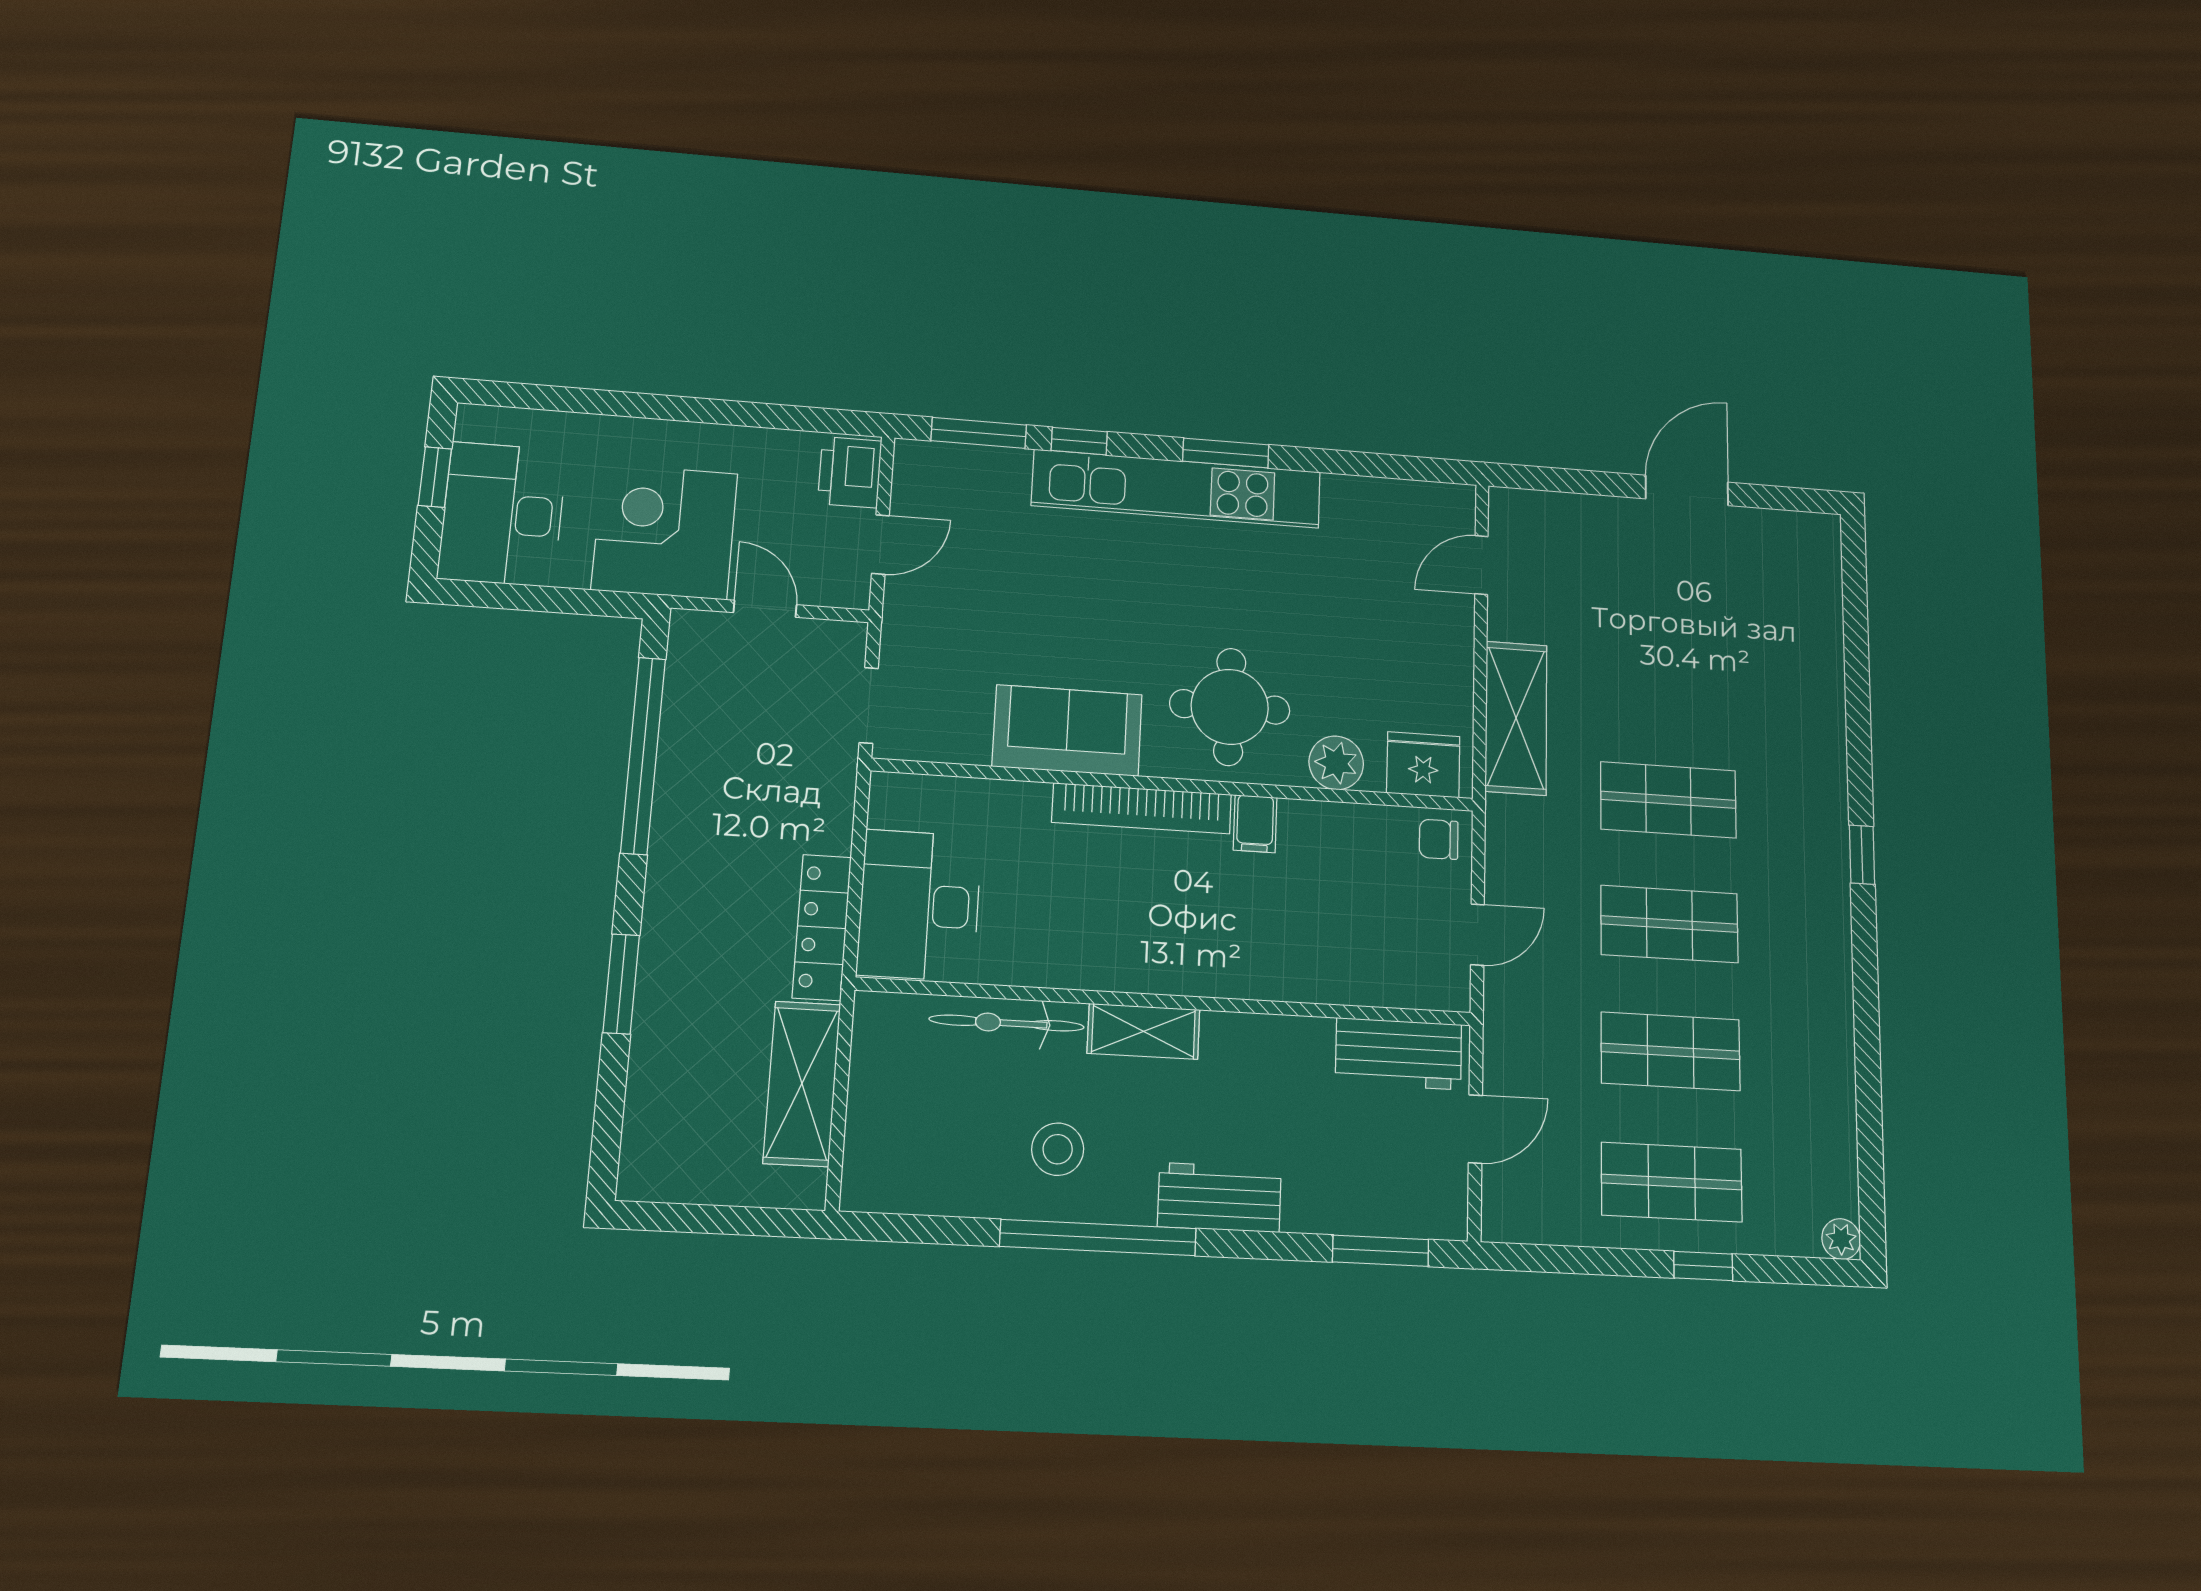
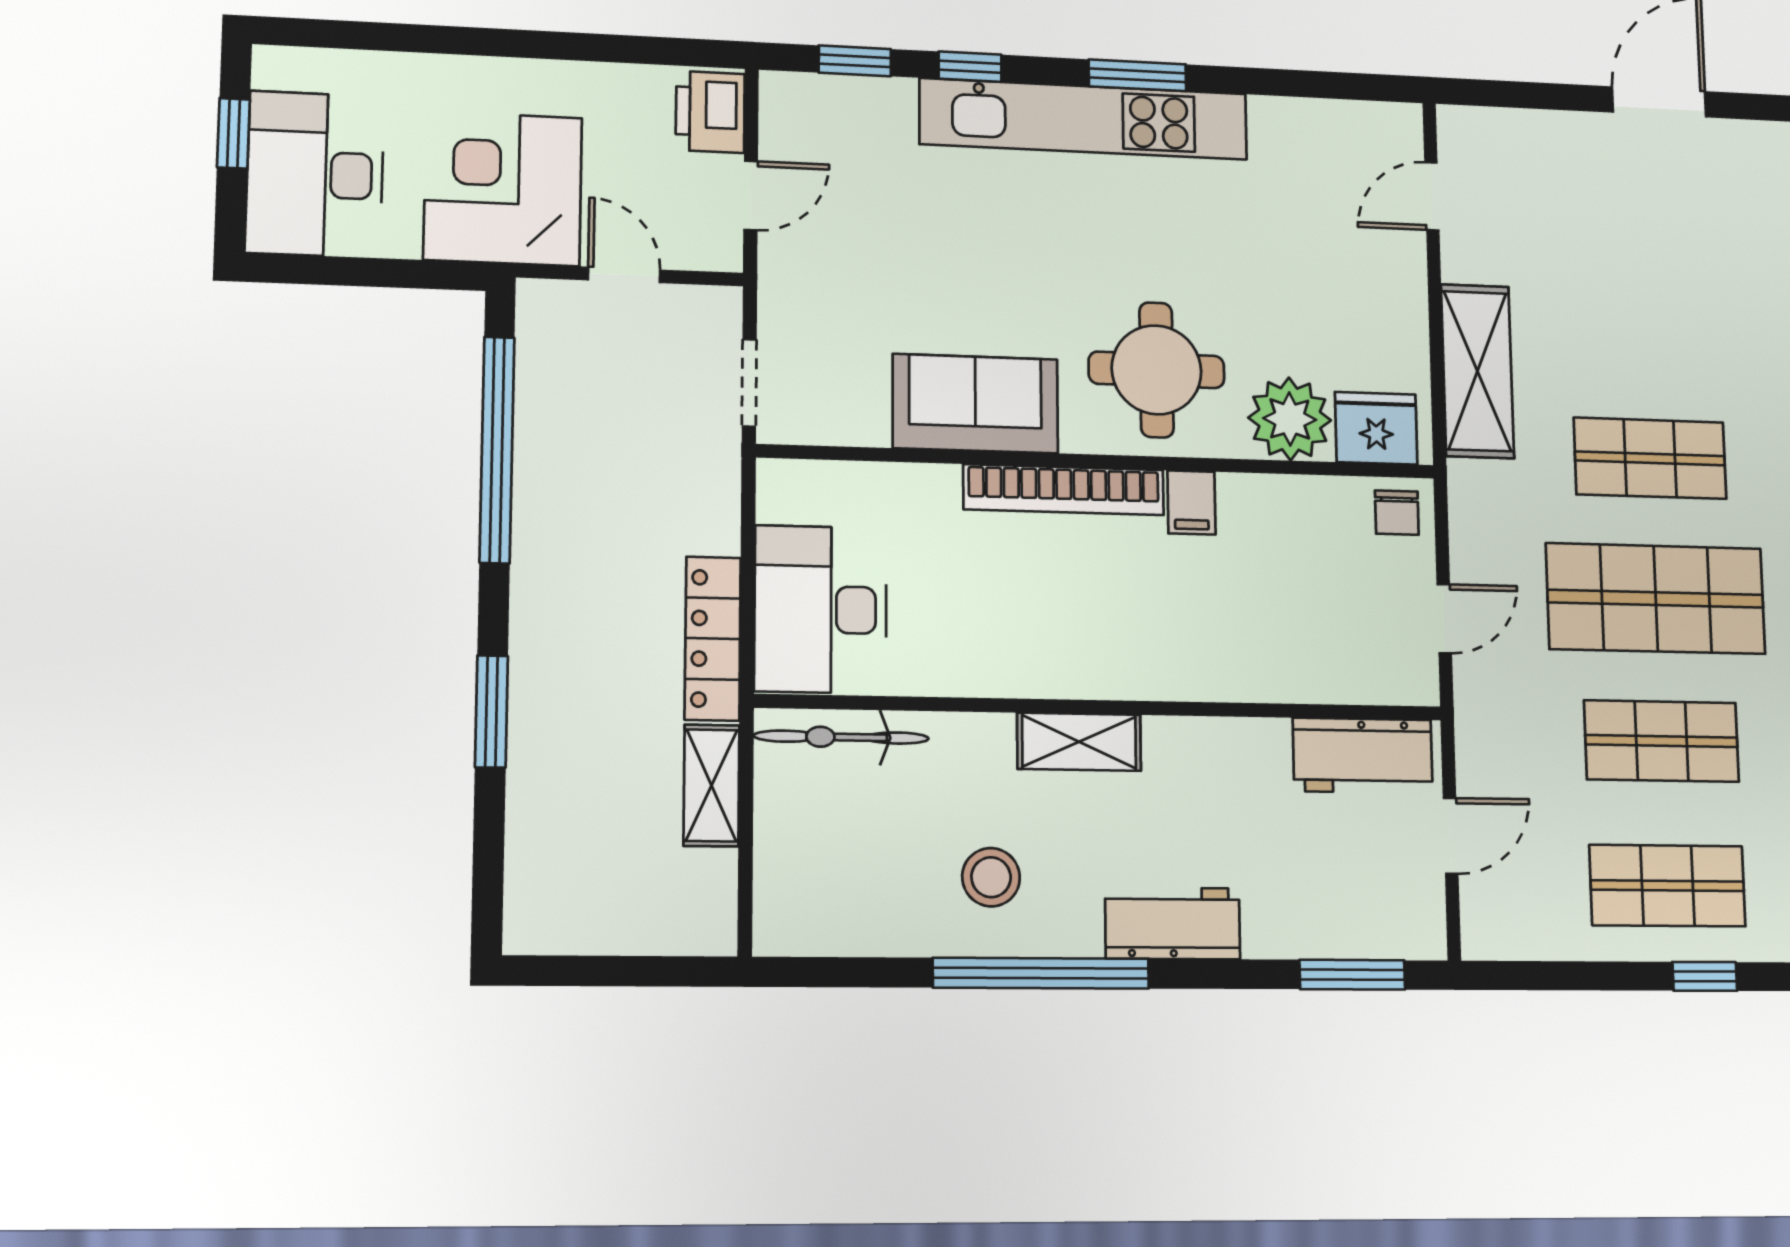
window: (979, 433) -> (855, 61), width x0.67
plant: (1336, 763) -> (1290, 419), width x1.36, depth x1.36
chair: (1439, 839) -> (1397, 513), turned -90
shop shelf: (1669, 924) -> (1656, 599), width x1.43, depth x1.36
bicycle: (1007, 1023) -> (841, 737), moved
shelving: (802, 1084) -> (711, 785), width x0.67, depth x0.75

